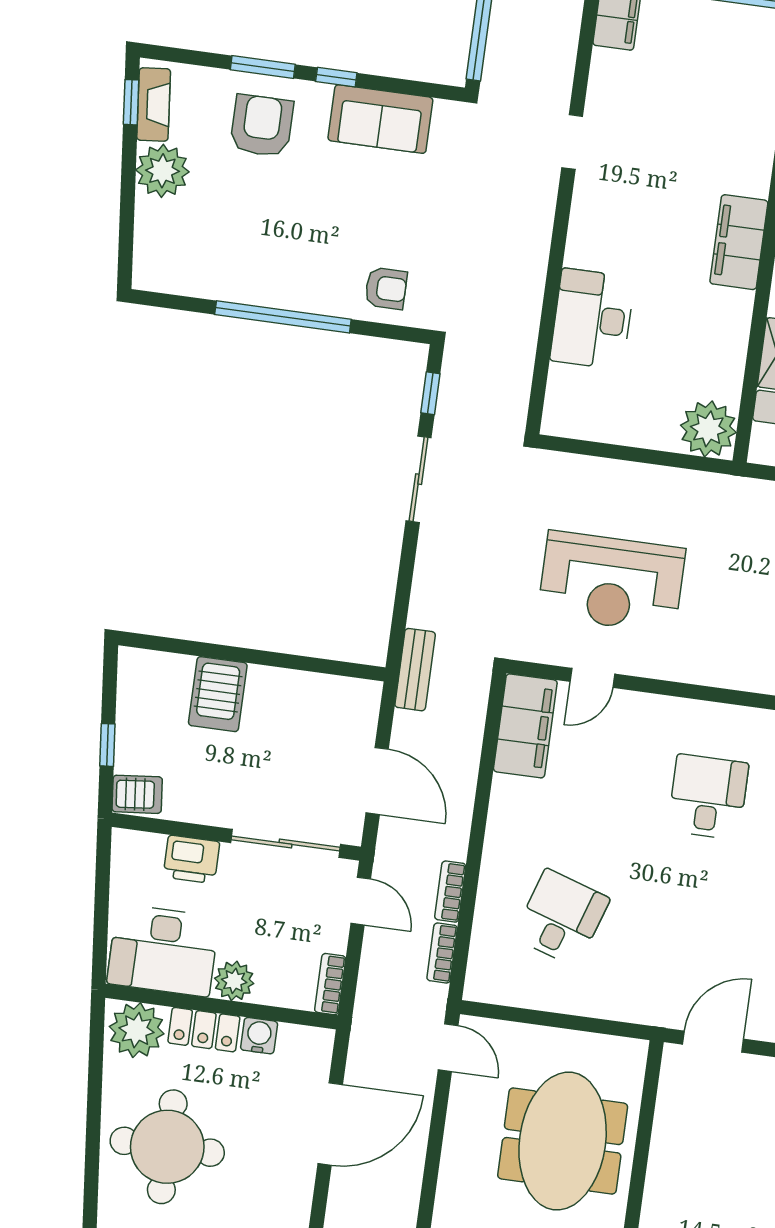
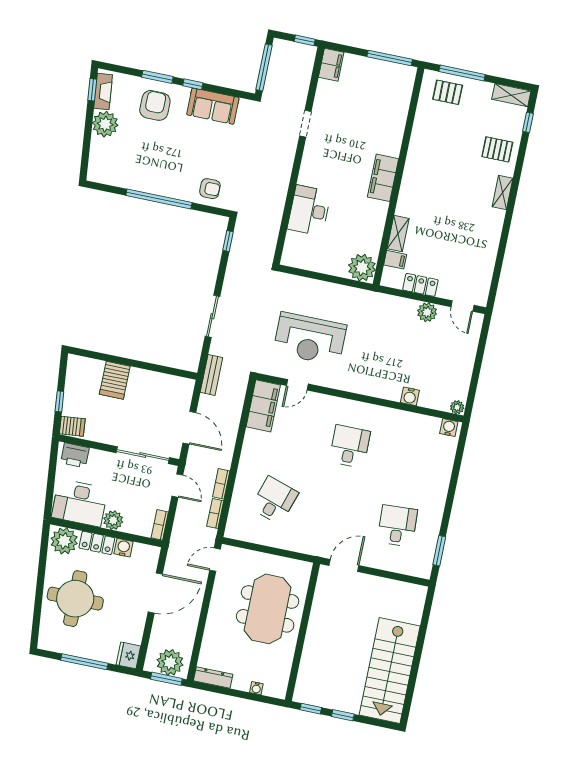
sliding door: (419, 479) -> (212, 316), moved
printer: (191, 859) -> (75, 455), moved
door: (448, 1048) -> (215, 560), swing flipped

